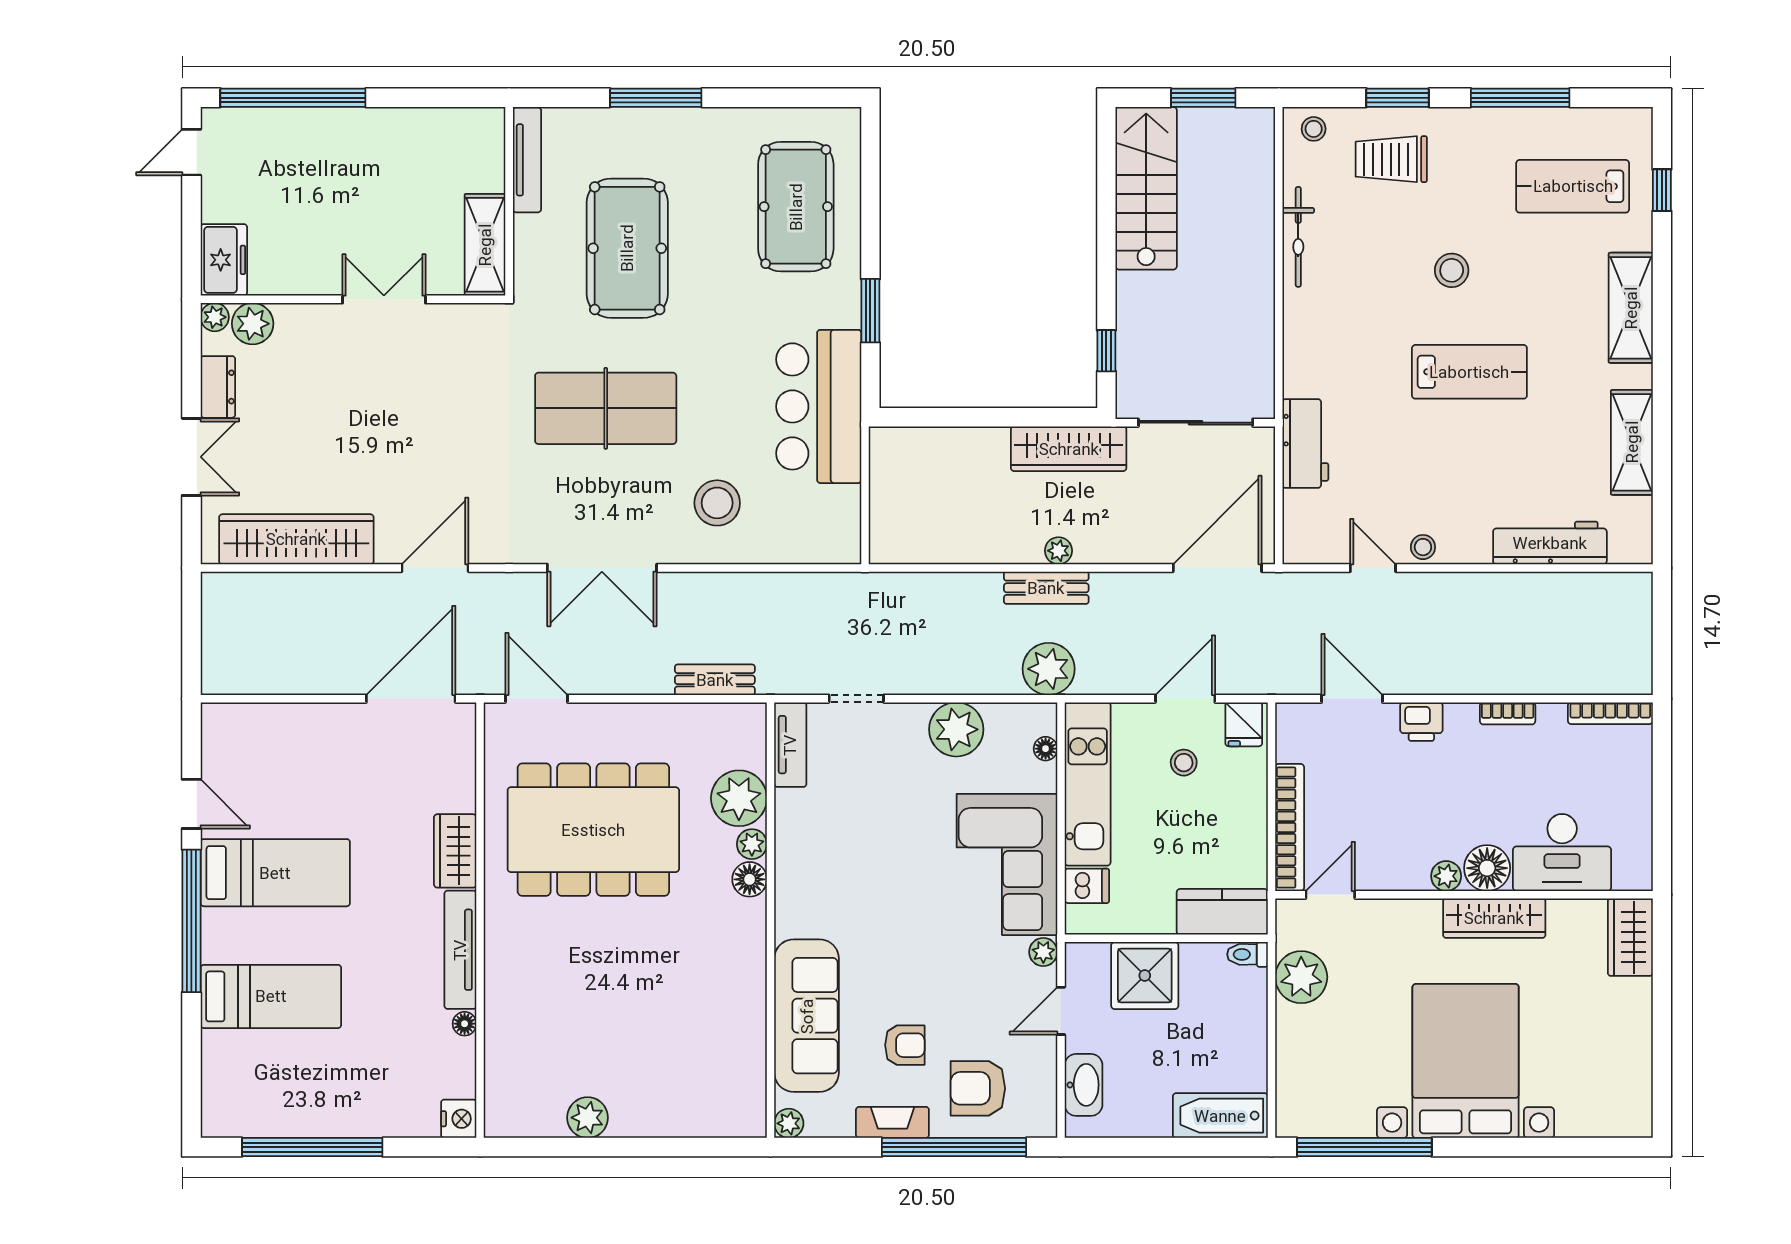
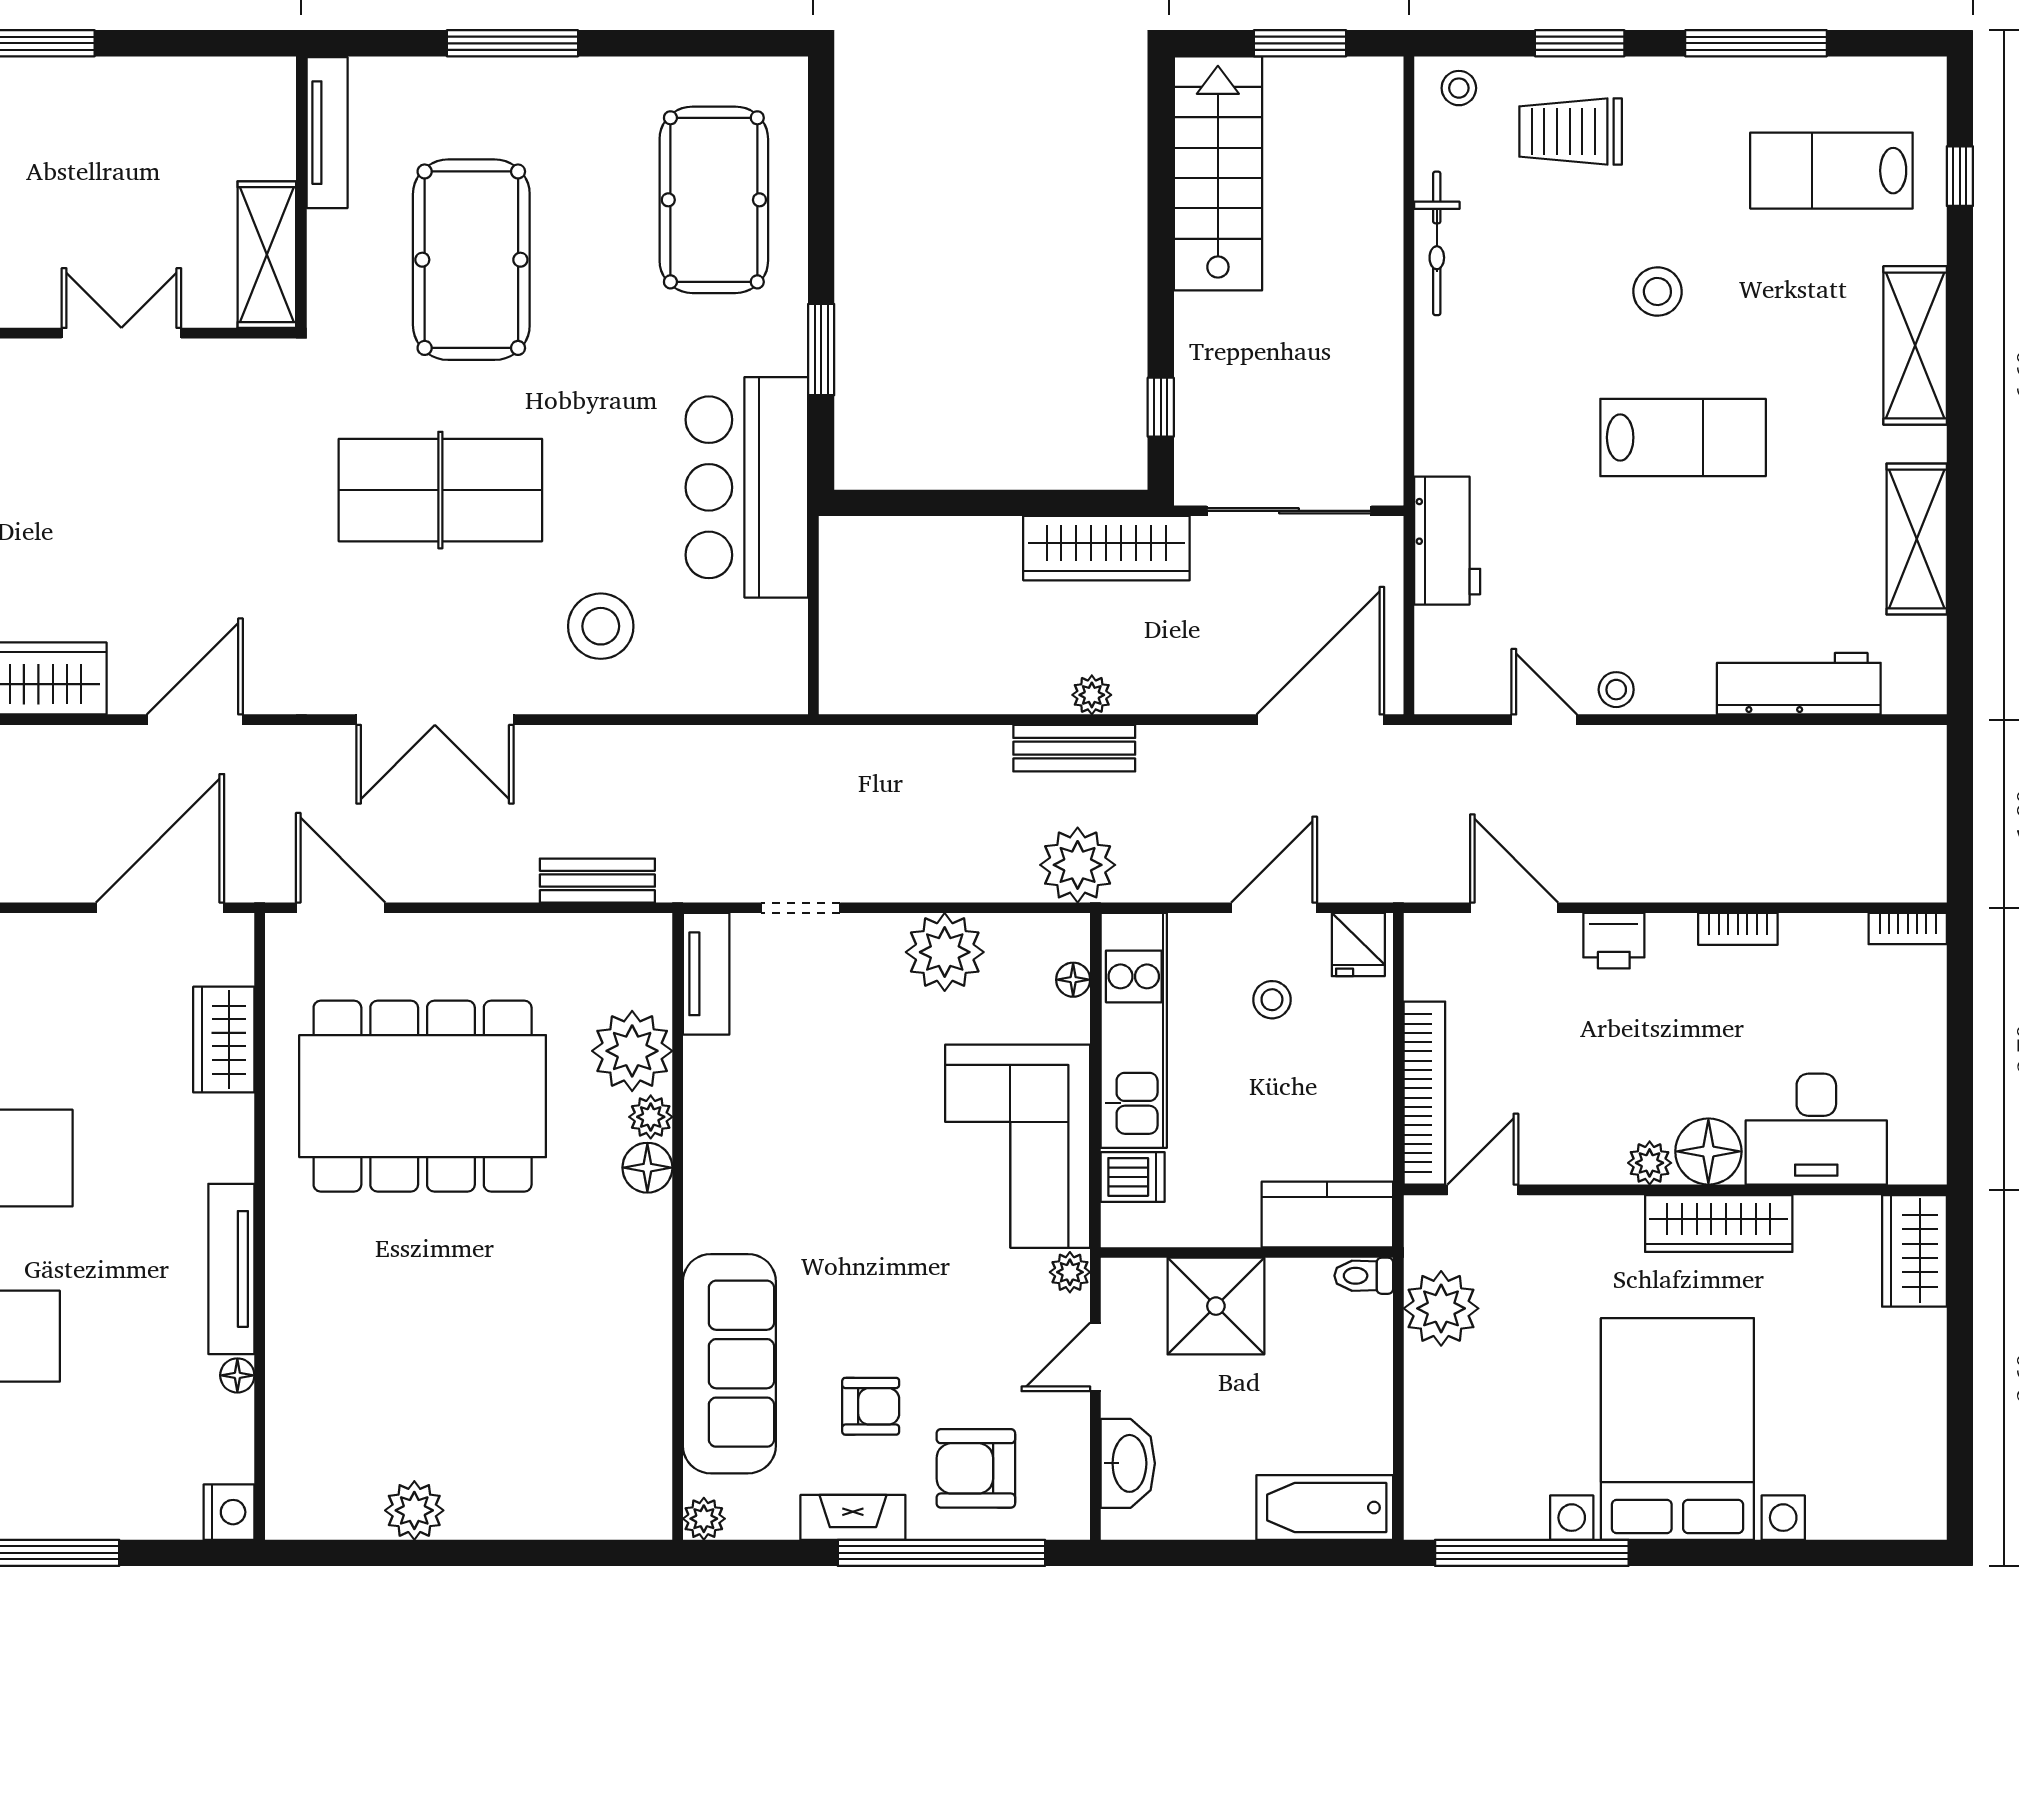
bookcase: (1610, 713) -> (1908, 929), width x0.64
wardrobe: (455, 851) -> (224, 1040), moved

